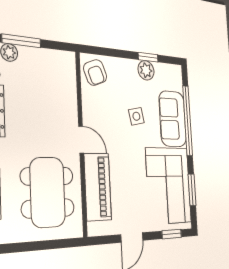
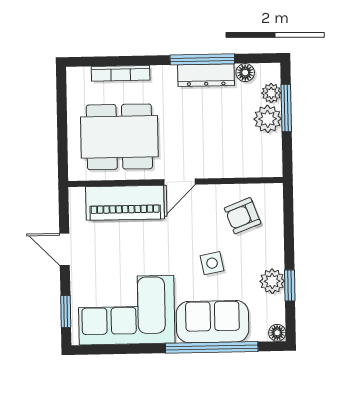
plant: (31, 59) -> (268, 119), added
floor lamp: (177, 71) -> (277, 333), added
armchair: (95, 72) -> (243, 216), moved
window: (192, 190) -> (121, 349), removed

